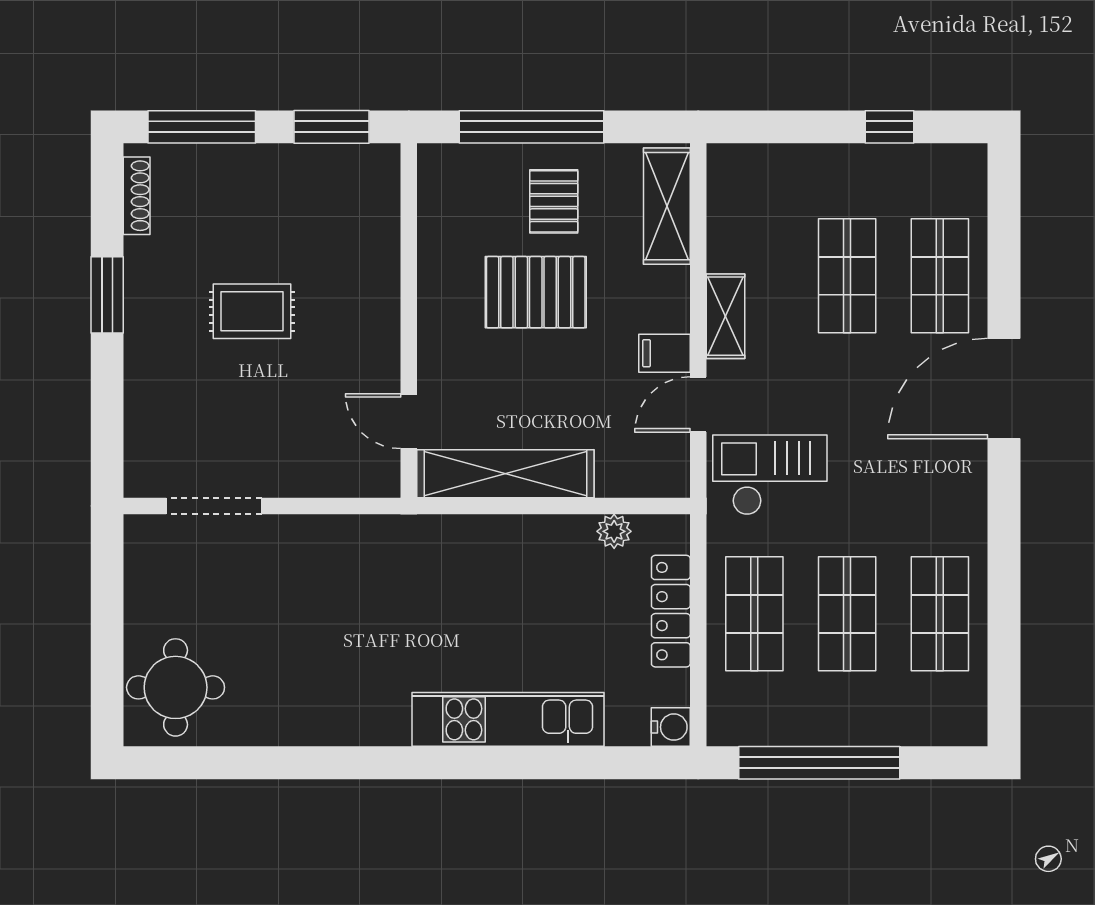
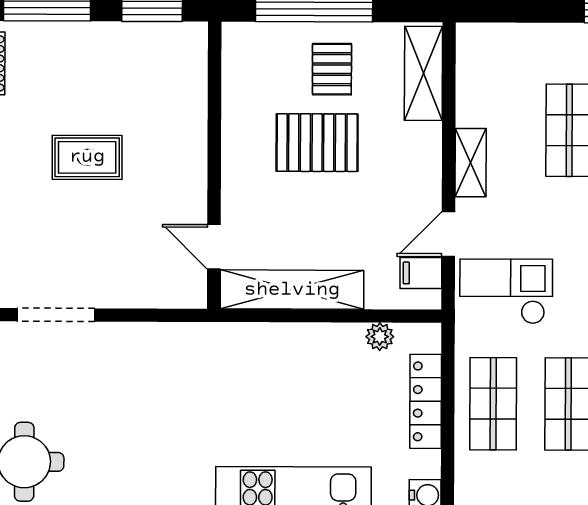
filing cabinet: (664, 353) -> (421, 273), moved

